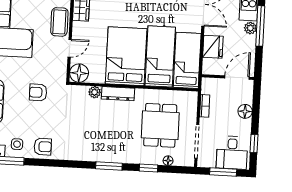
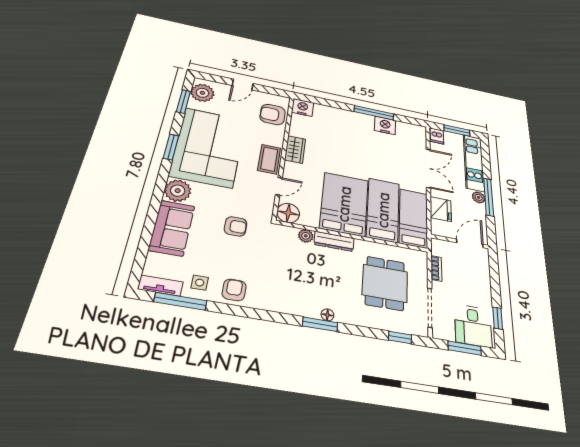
armchair: (38, 92) -> (236, 226), turned 180
floor lamp: (245, 111) -> (483, 280), removed
armchair: (43, 147) -> (234, 290), turned -90
floor lamp: (168, 161) -> (327, 315), moved
window: (148, 168) -> (400, 337), moved

